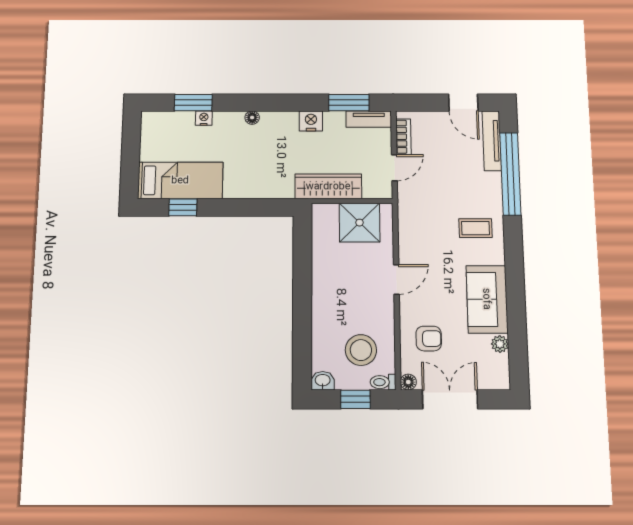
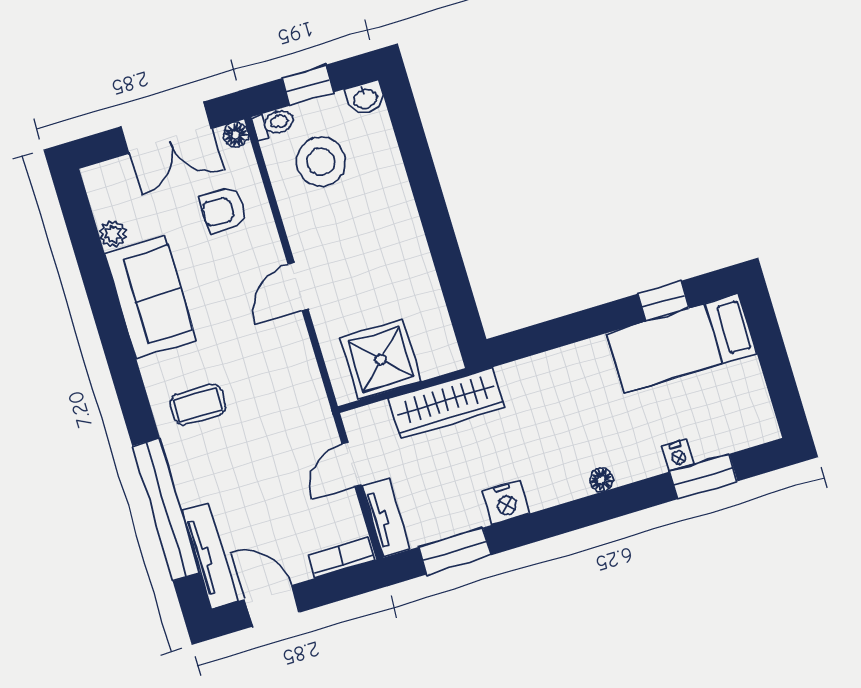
tv unit: (369, 119) -> (386, 517), moved, turned 90
bookcase: (403, 137) -> (341, 557), moved, turned 90

